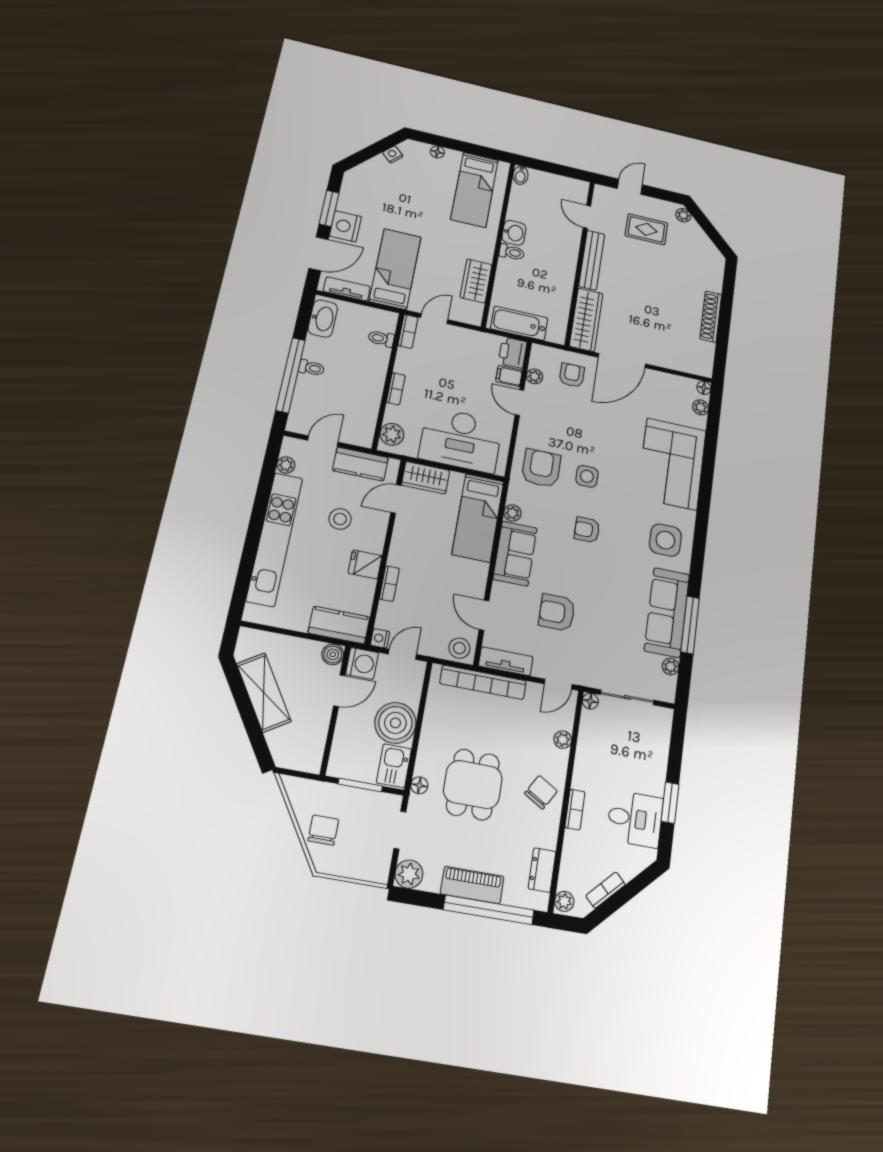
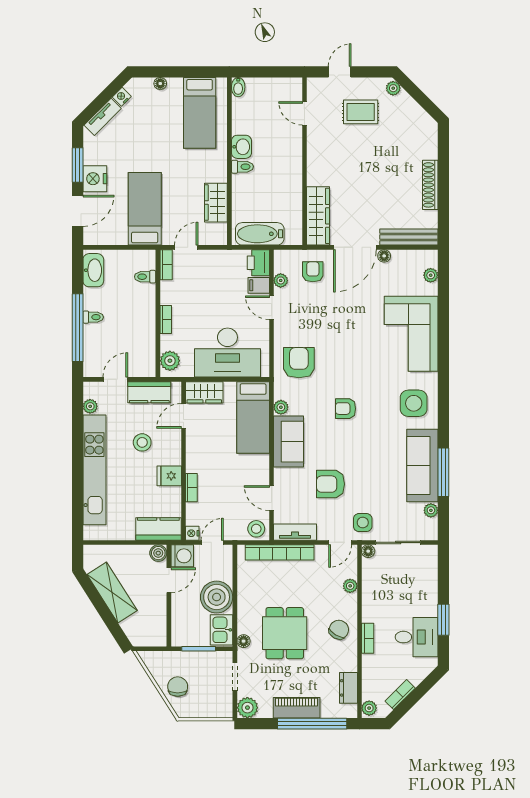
bench: (592, 260) -> (409, 237), moved, turned 90
tv unit: (347, 289) -> (103, 117), moved, turned 135
floor lamp: (704, 388) -> (384, 256), moved
side table: (587, 476) -> (363, 523), moved

